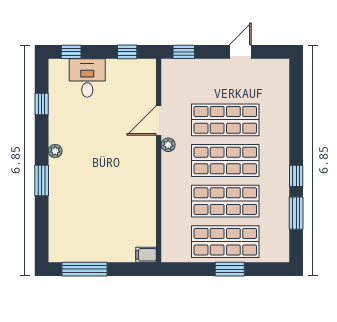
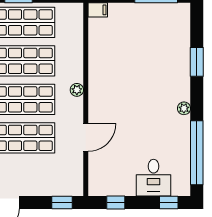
window: (42, 104) -> (197, 153), width x3.17
plant: (168, 145) -> (77, 90), moved
window: (42, 180) -> (197, 62), moved

